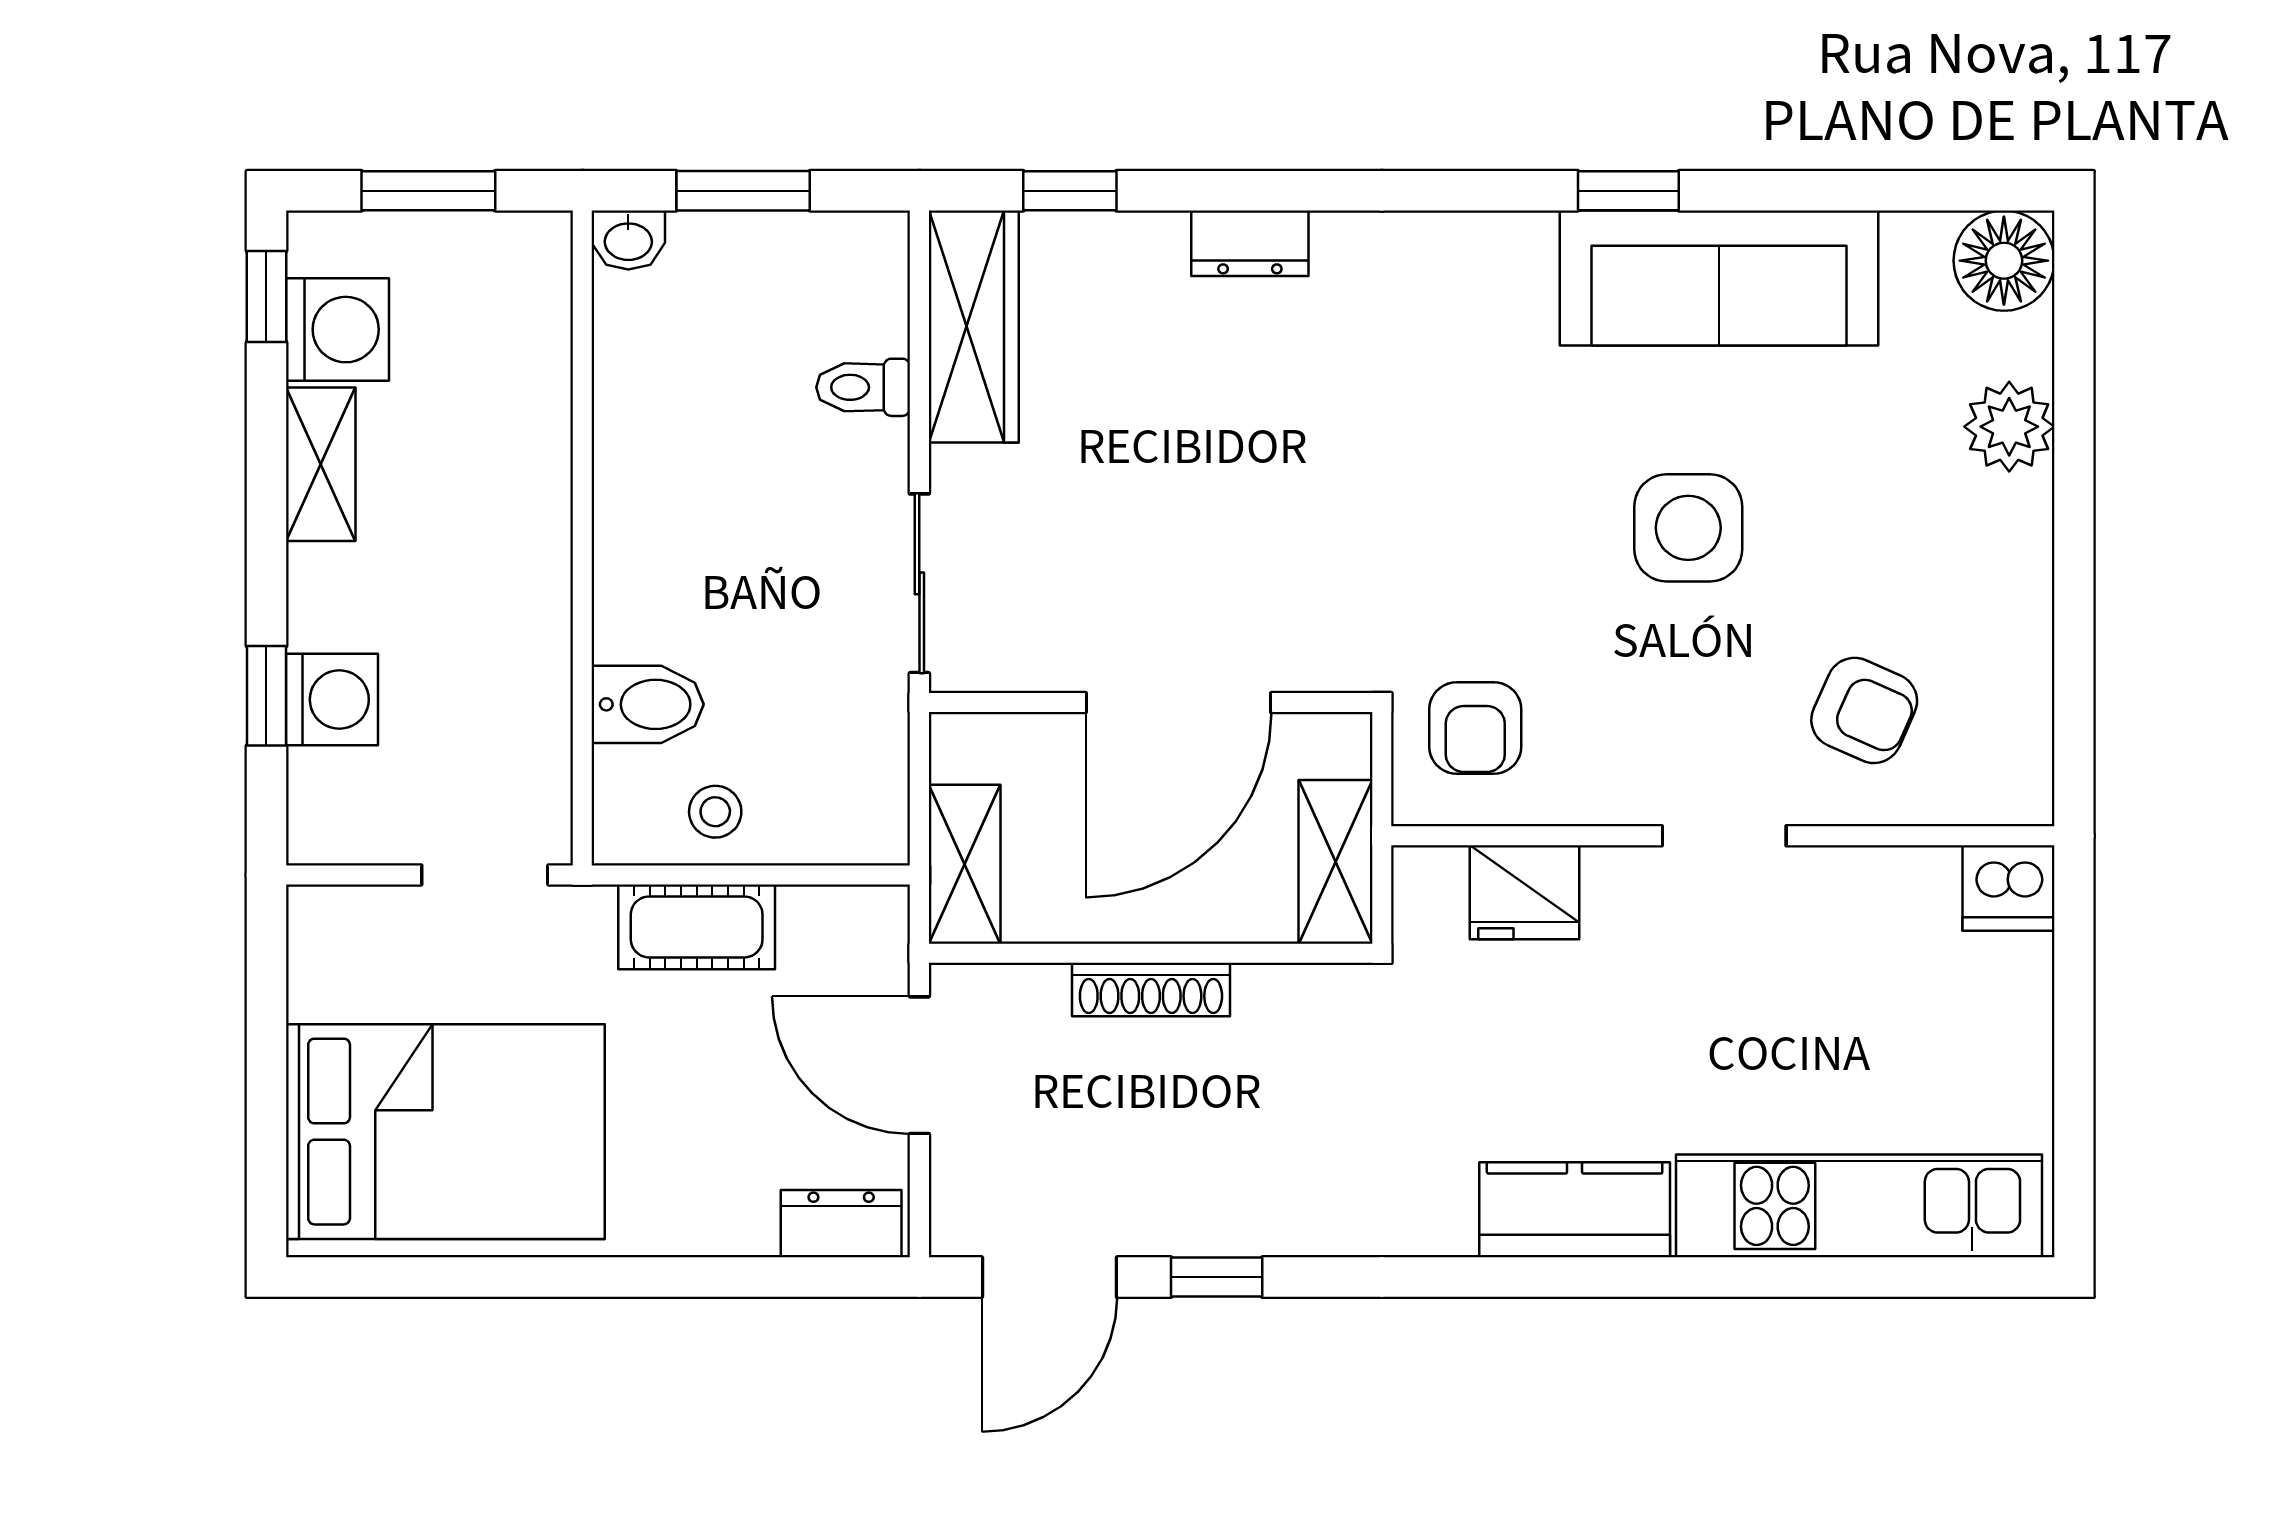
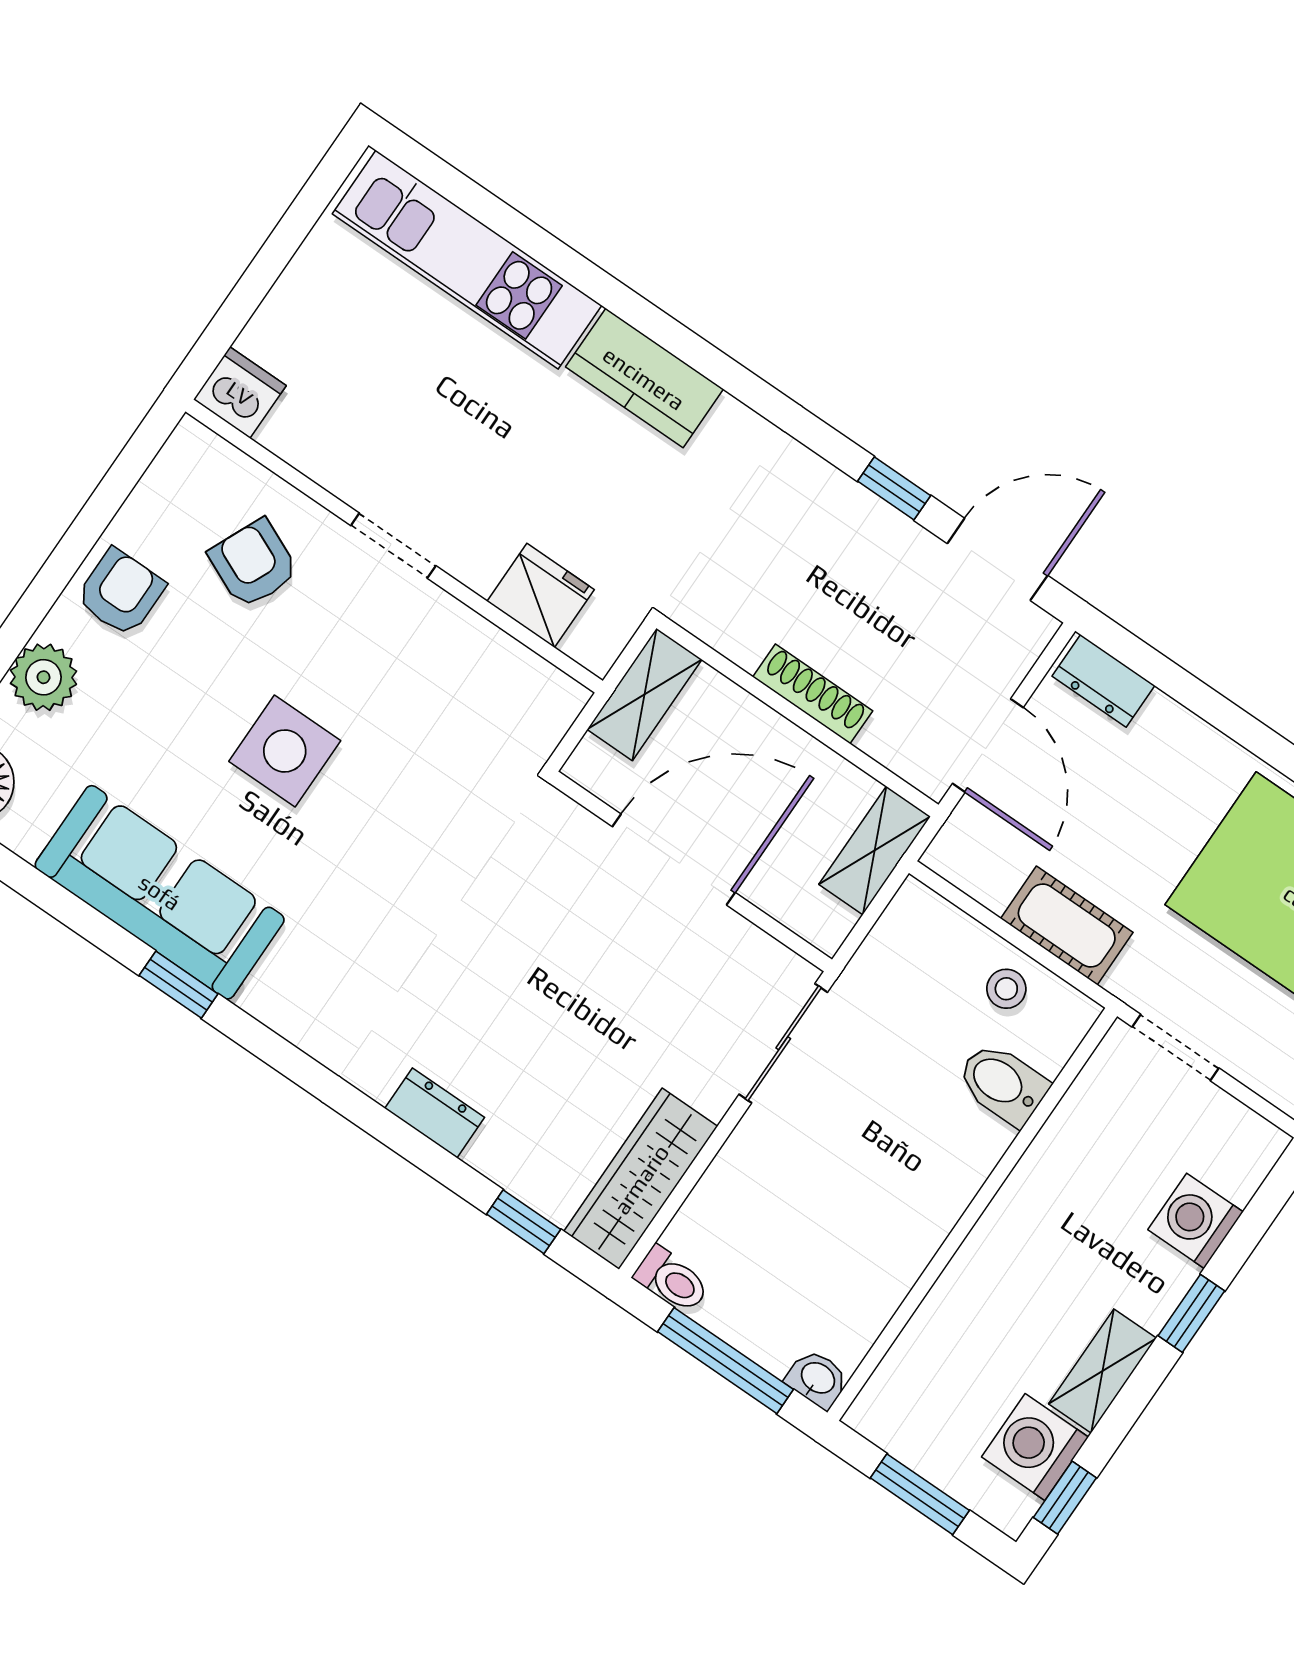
window: (743, 191) -> (725, 1361), width x1.44
toilet: (863, 387) -> (672, 1280), moved
window: (266, 696) -> (1191, 1313), moved
armchair: (1475, 728) -> (121, 592), moved

